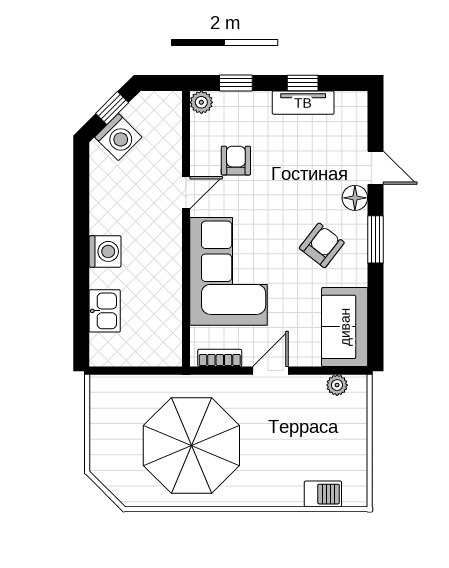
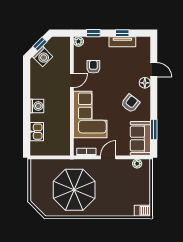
window: (376, 239) -> (154, 129), moved
barbecue: (323, 494) -> (142, 211), moved

